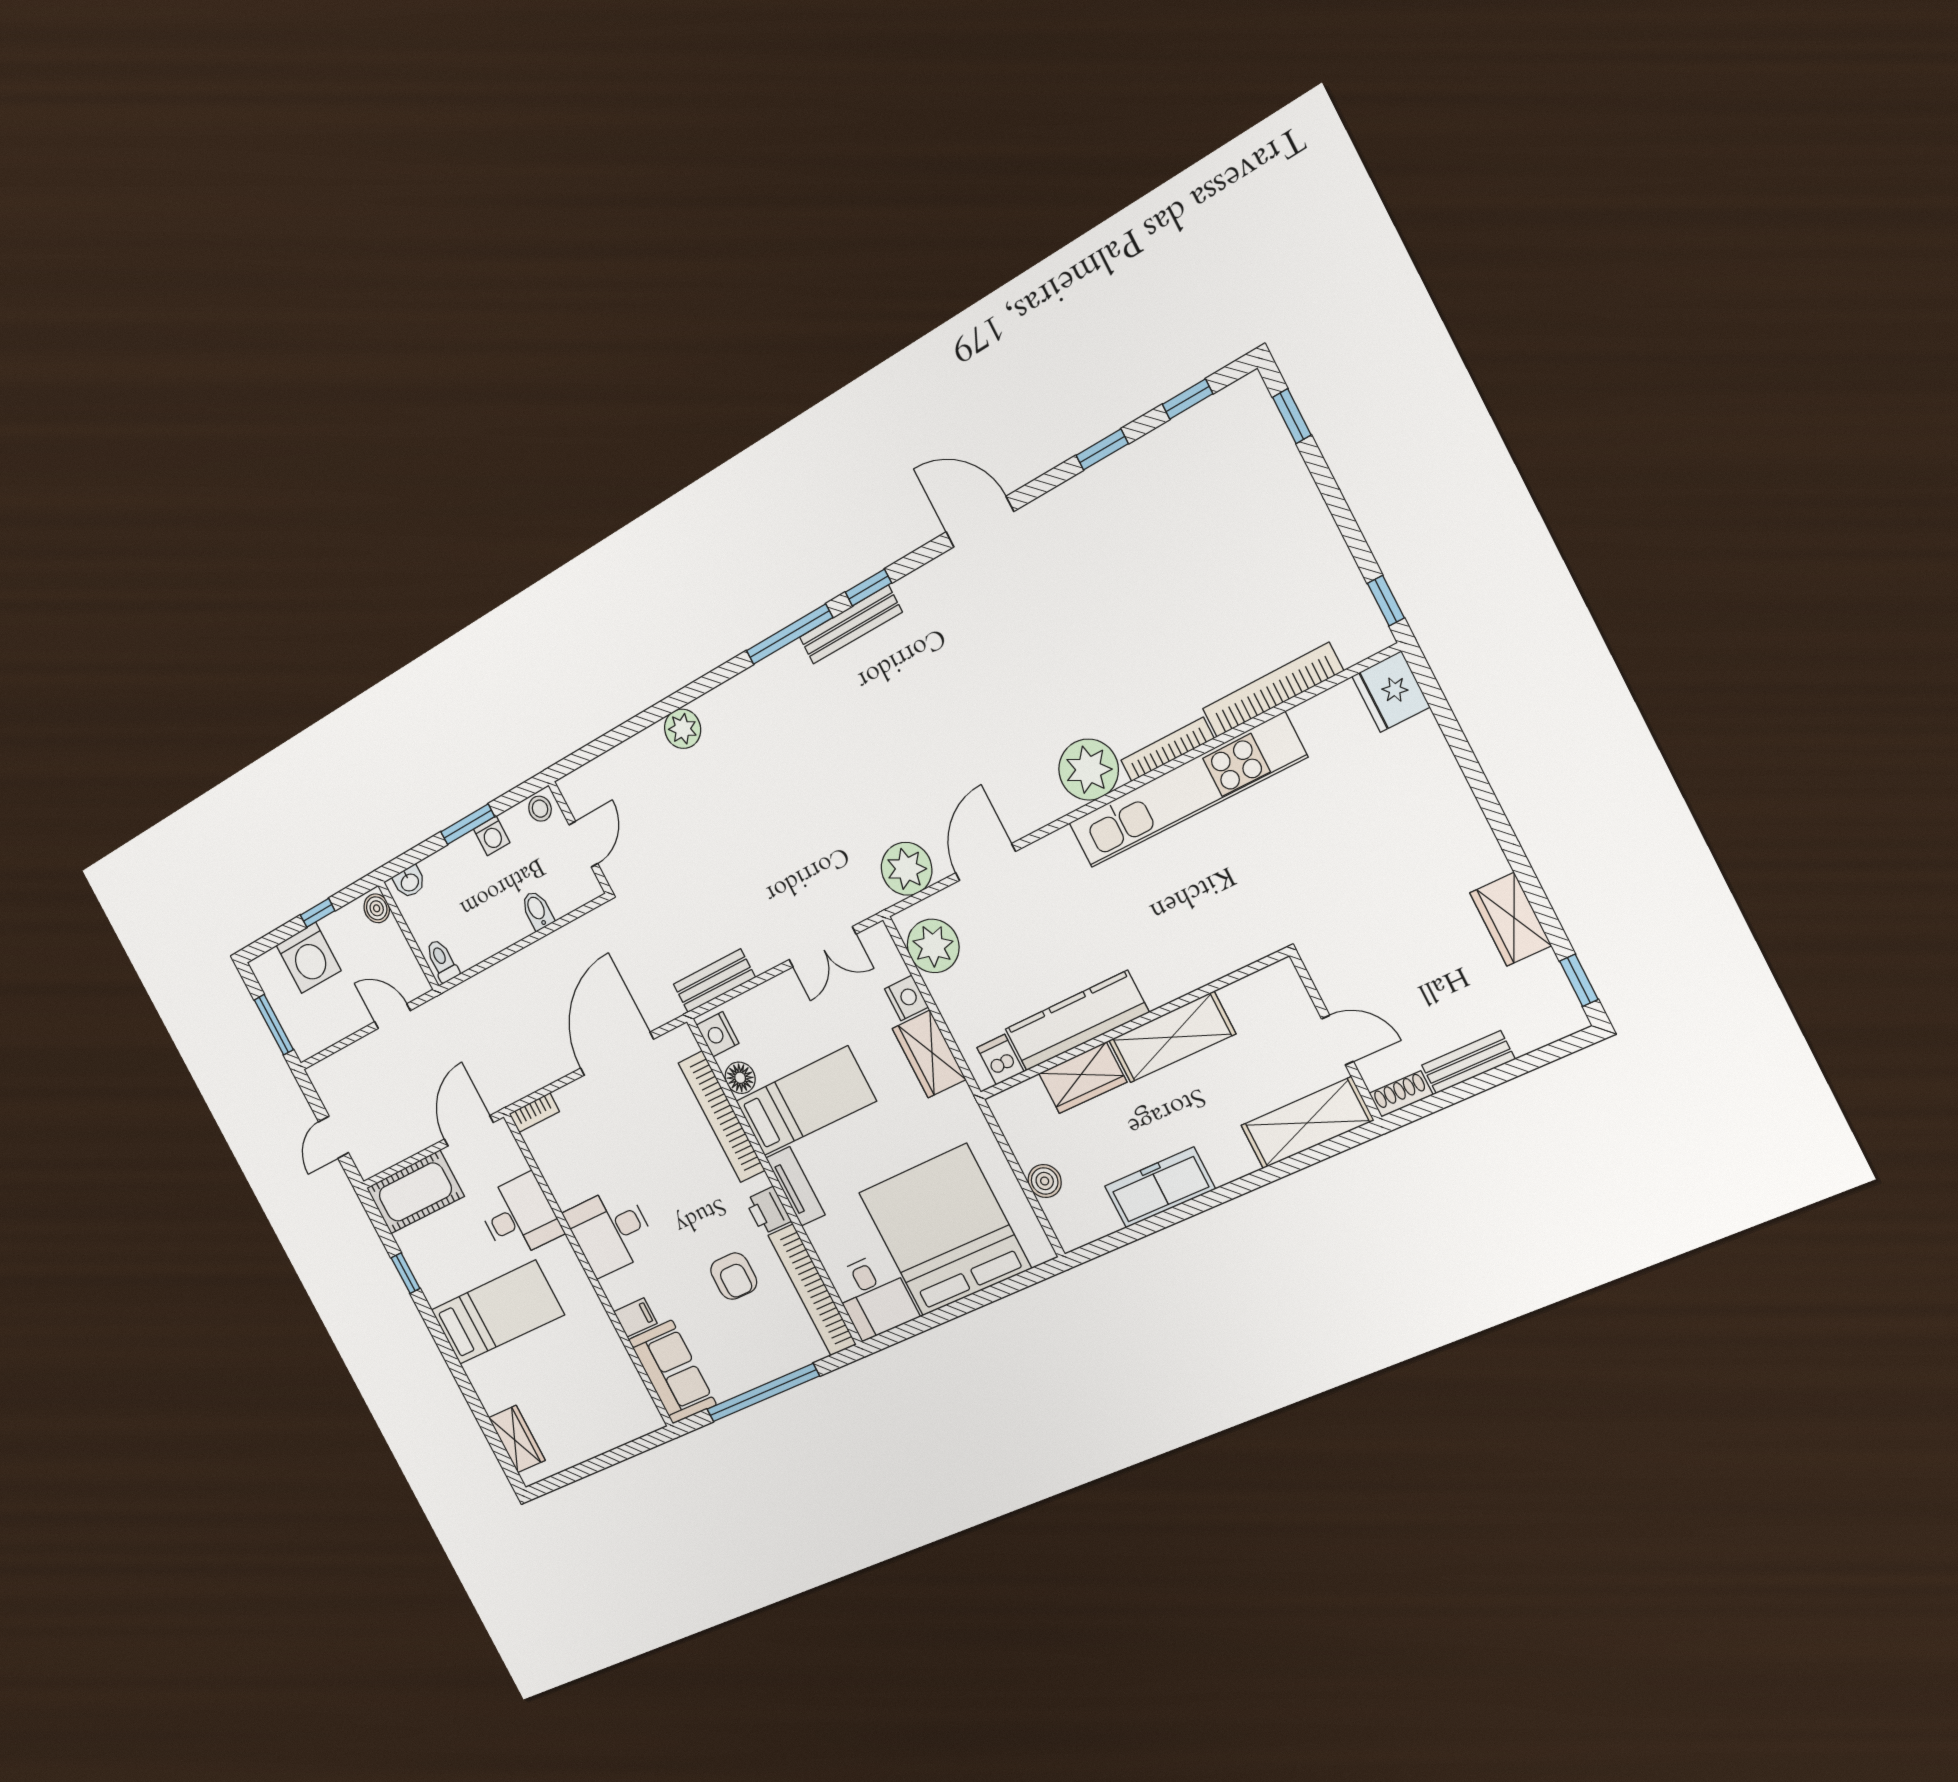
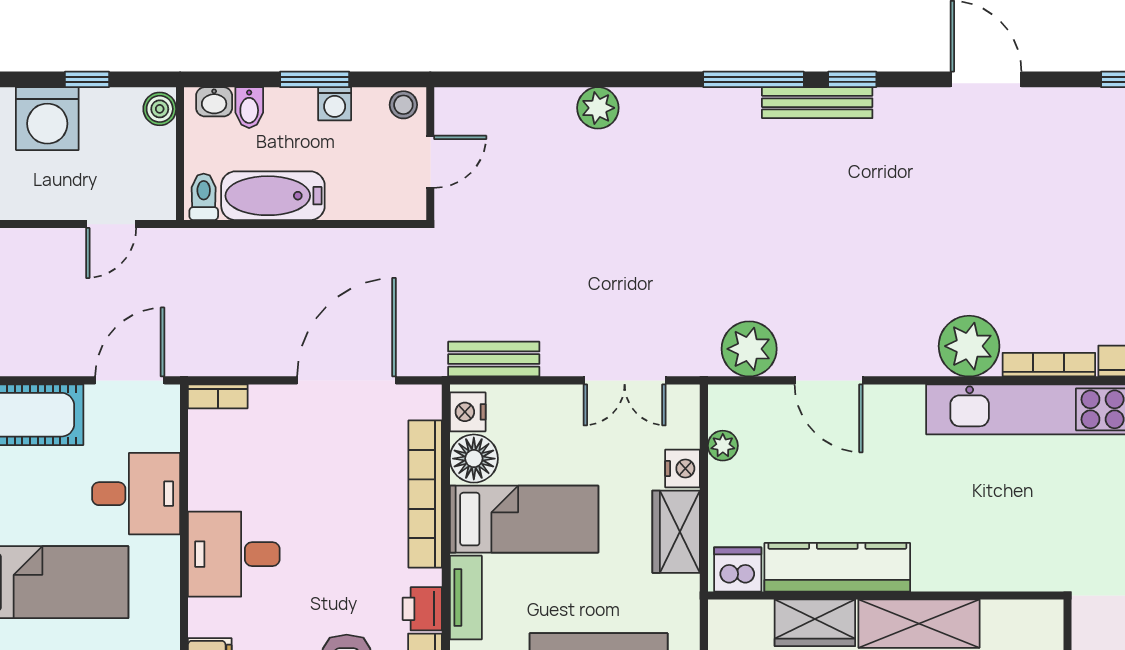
door: (985, 862) -> (829, 380), swing flipped
bidet: (537, 910) -> (249, 108), moved, turned 180
bathtub: (488, 934) -> (273, 196), added
plant: (933, 946) -> (723, 446), width x0.53, depth x0.53
door: (392, 1016) -> (111, 224), swing flipped
dishwasher: (1000, 1060) -> (738, 569), width x1.38
floor lamp: (740, 1078) -> (474, 459), width x1.38, depth x1.38

